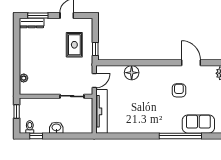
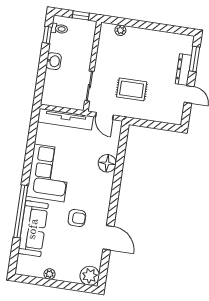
dresser: (32, 23) -> (183, 69), moved
rug: (74, 45) -> (132, 89), moved
window: (95, 49) -> (143, 123), removed
door: (191, 63) -> (108, 238), hinge flipped
corner sofa: (146, 118) -> (49, 173), added
sofa: (198, 124) -> (33, 229), width x1.36

